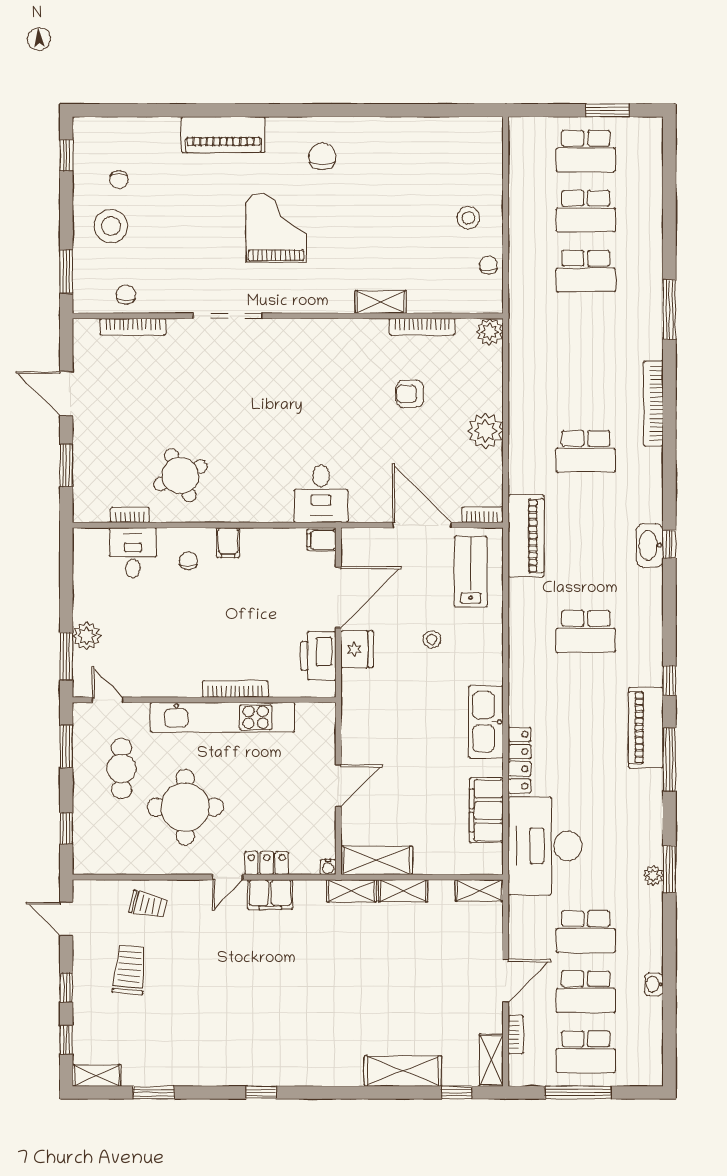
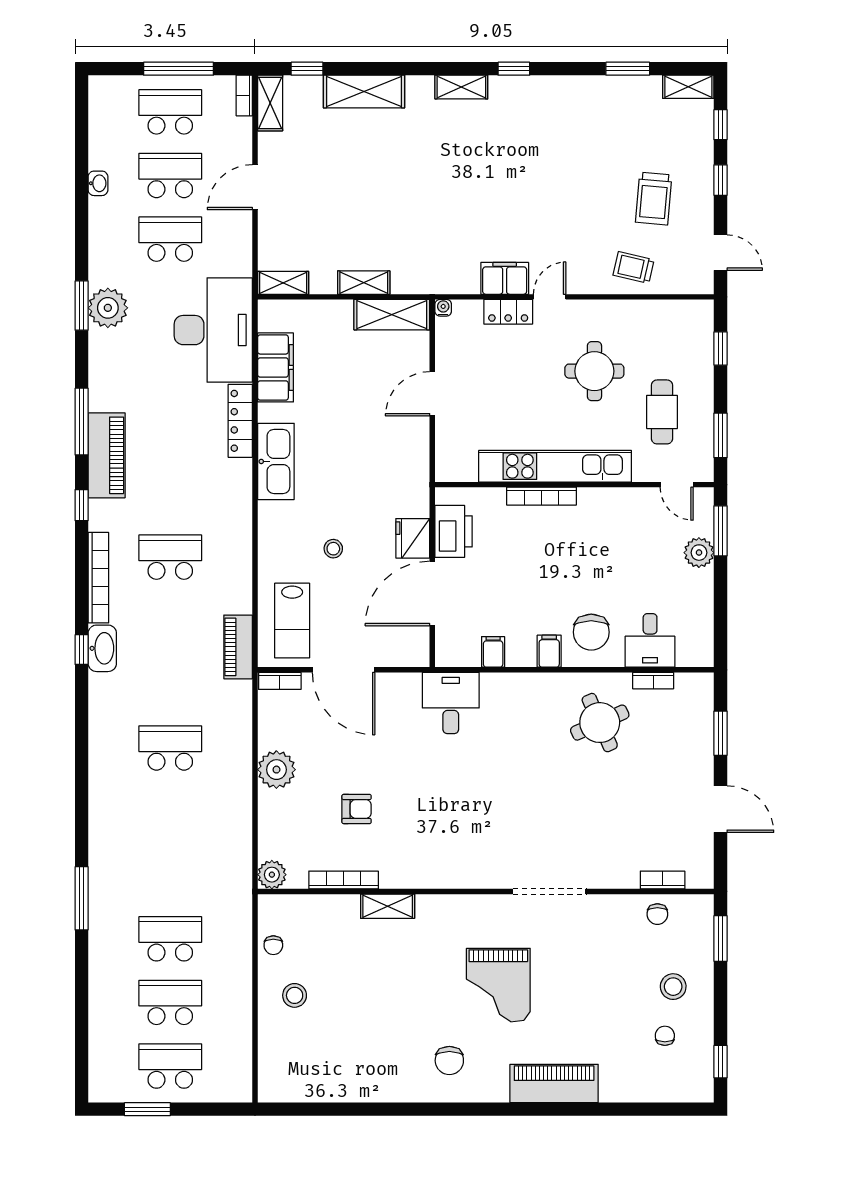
stool: (111, 226) -> (673, 987), width x0.73, depth x0.73
bookcase: (133, 327) -> (663, 880), width x0.64
bookcase: (654, 403) -> (98, 578), moved
piano: (526, 536) -> (238, 647), width x0.73, depth x0.75
filing cabinet: (321, 540) -> (493, 652), moved, turned -90
chair: (188, 561) -> (591, 632), width x1.87, depth x1.87
round table: (185, 807) -> (594, 371), width x0.73, depth x0.73
plant: (653, 875) -> (108, 308), width x1.87, depth x1.87
shelving: (352, 891) -> (461, 87), moved
bookcase: (516, 1035) -> (244, 96), moved

